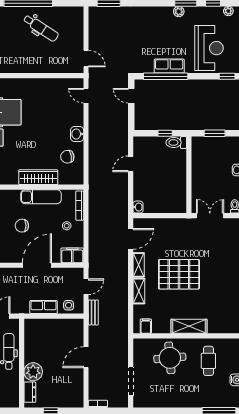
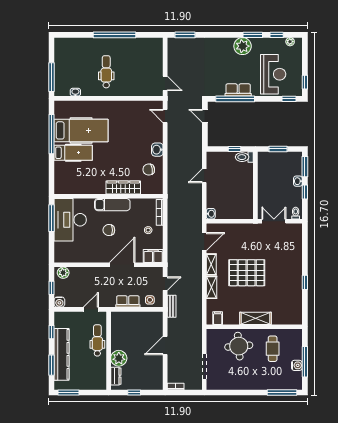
plant: (179, 12) -> (243, 46), width x1.87, depth x1.87
dental chair: (41, 28) -> (106, 72), moved, turned -123
exam couch: (41, 197) -> (112, 205), moved

